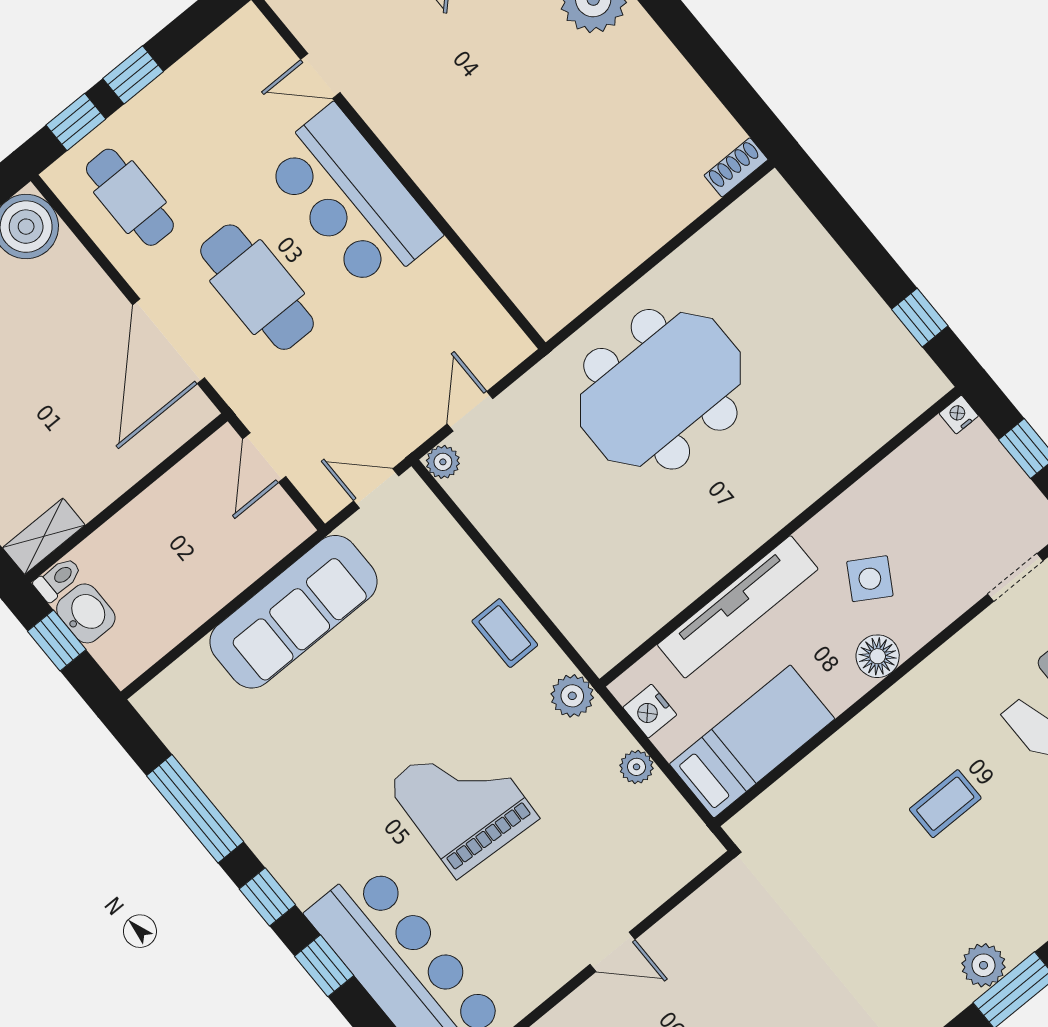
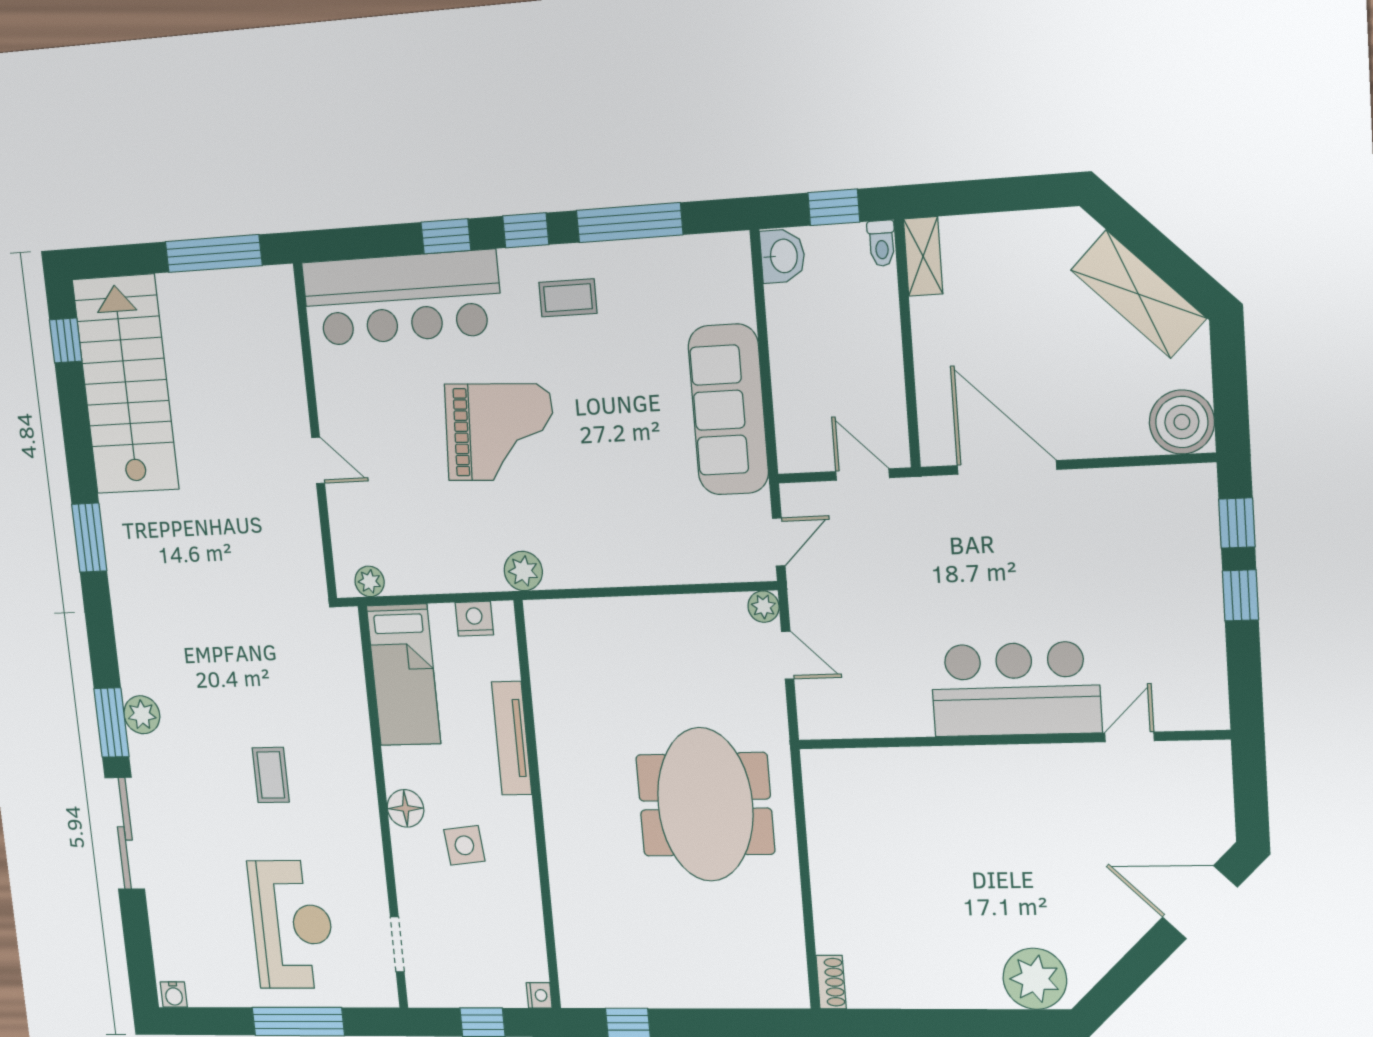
cafe table: (130, 197) -> (1144, 521), removed
cafe table: (257, 287) -> (999, 567), removed
side table: (870, 579) -> (464, 845), turned -37
tv unit: (738, 607) -> (512, 738), width x0.73, depth x0.78
washbasin: (86, 613) -> (783, 256), moved, turned -90
coffee table: (505, 633) -> (568, 298), moved
plant: (637, 767) -> (370, 581), moved
door: (612, 952) -> (318, 460), swing flipped

